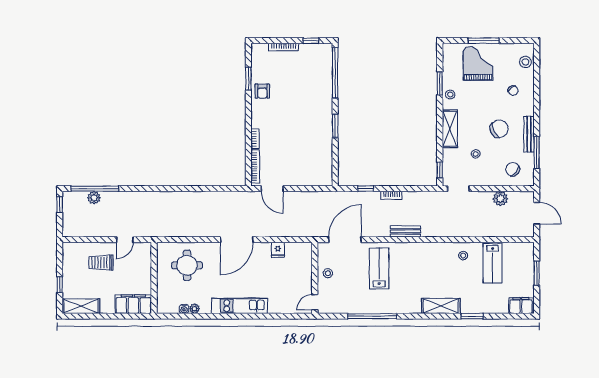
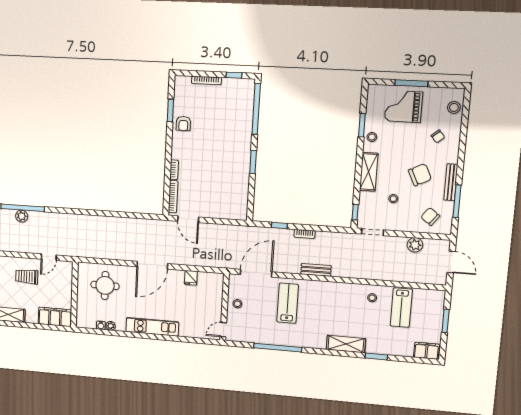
grand piano: (478, 63) -> (403, 107), turned -90

